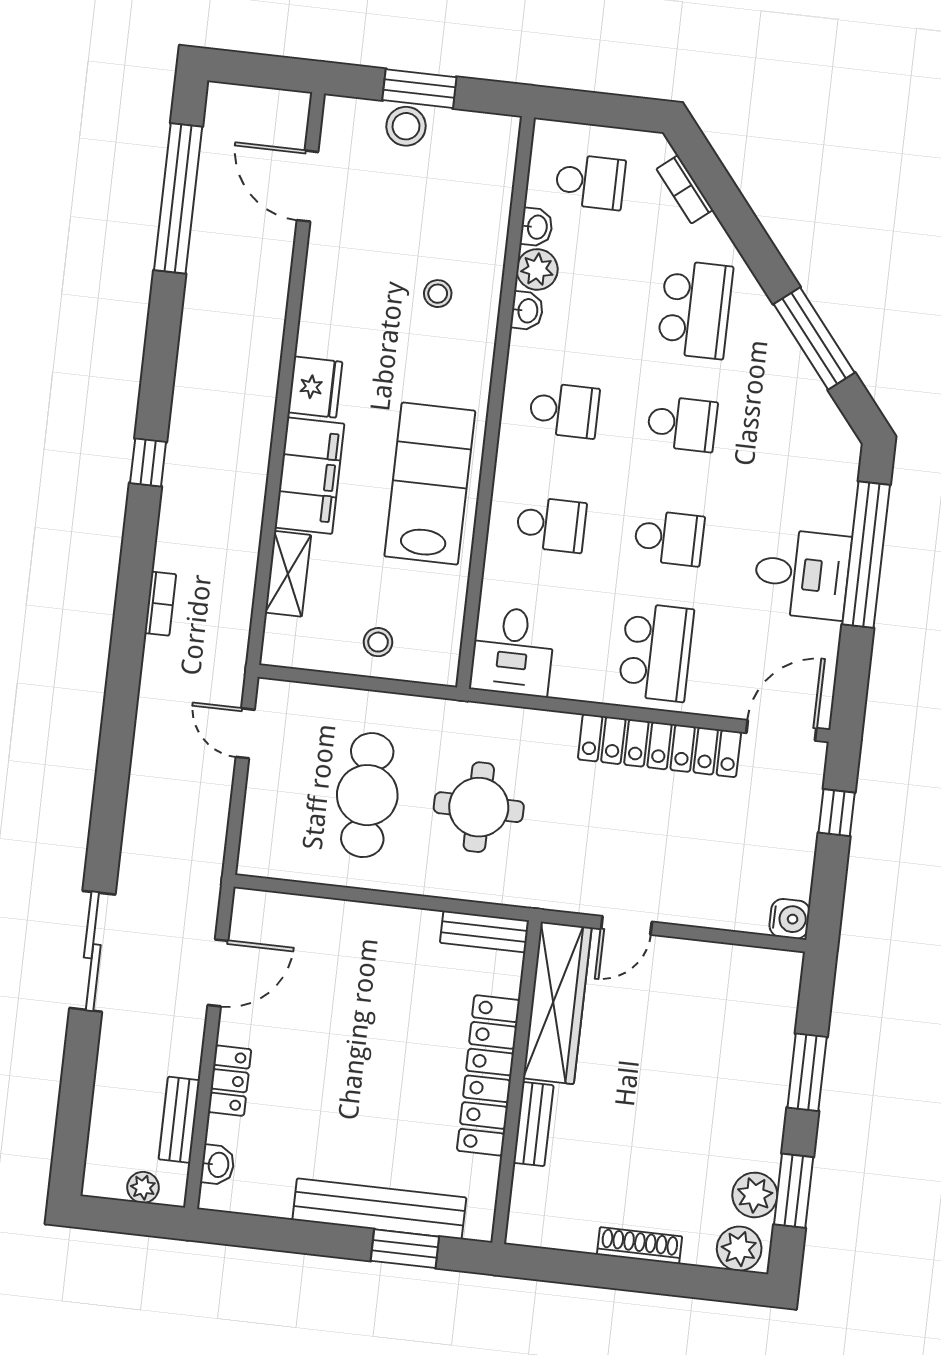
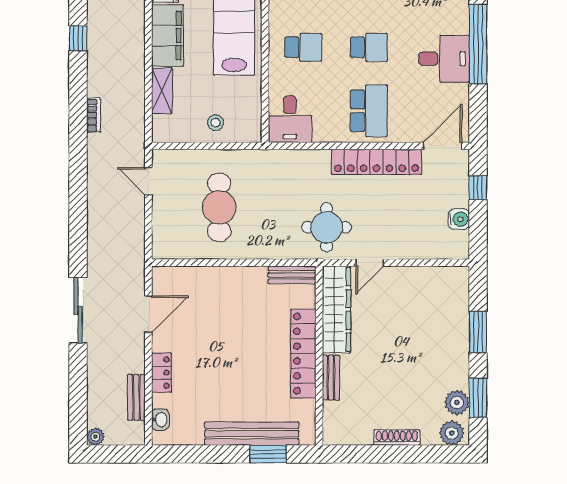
round table: (479, 807) -> (327, 227), moved
water cooler: (790, 919) -> (459, 219), moved
plant: (143, 1187) -> (95, 437), moved

